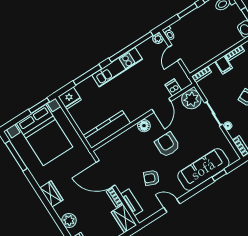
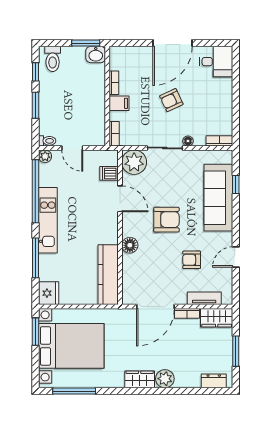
floor lamp: (144, 126) -> (130, 245), moved
armchair: (167, 145) -> (166, 220), turned 180
armchair: (151, 178) -> (192, 260), turned 68
plant: (69, 221) -> (165, 379), moved

